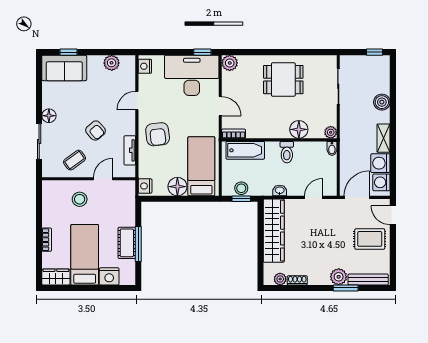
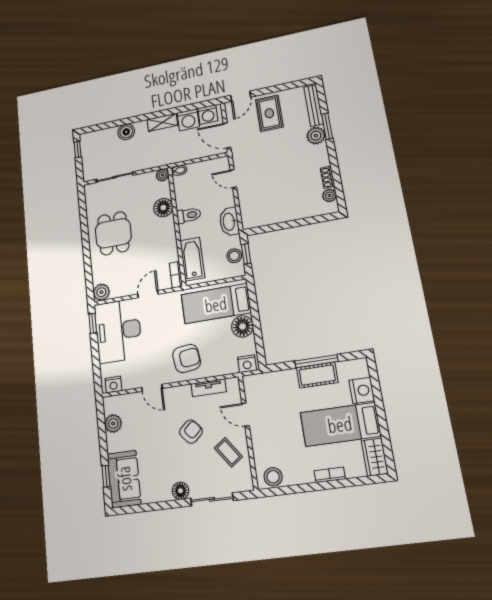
washbasin: (280, 190) -> (229, 222), width x1.91, depth x1.45
stool: (80, 199) -> (273, 477), moved
wardrobe: (274, 231) -> (276, 213), removed

